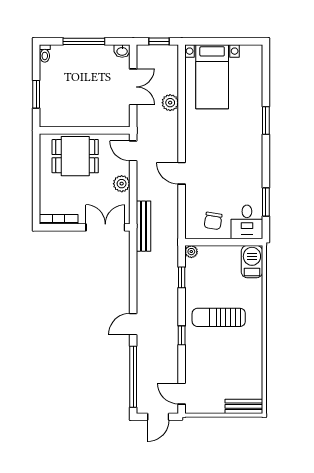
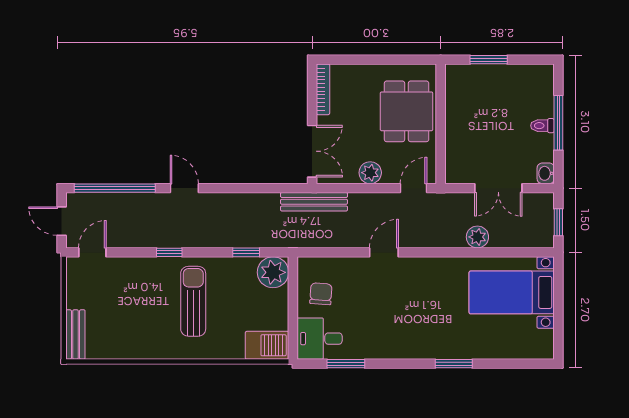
toilet: (45, 53) -> (542, 126), moved
chair: (213, 221) -> (321, 294), turned 85
plant: (191, 252) -> (273, 272), width x1.87, depth x1.87

